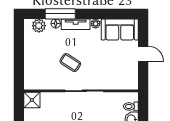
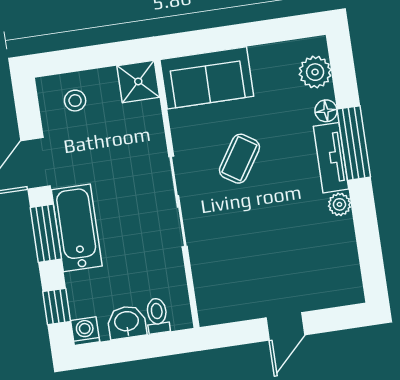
window: (60, 14) -> (354, 143), moved
sofa: (120, 29) -> (207, 78), moved, turned -90

